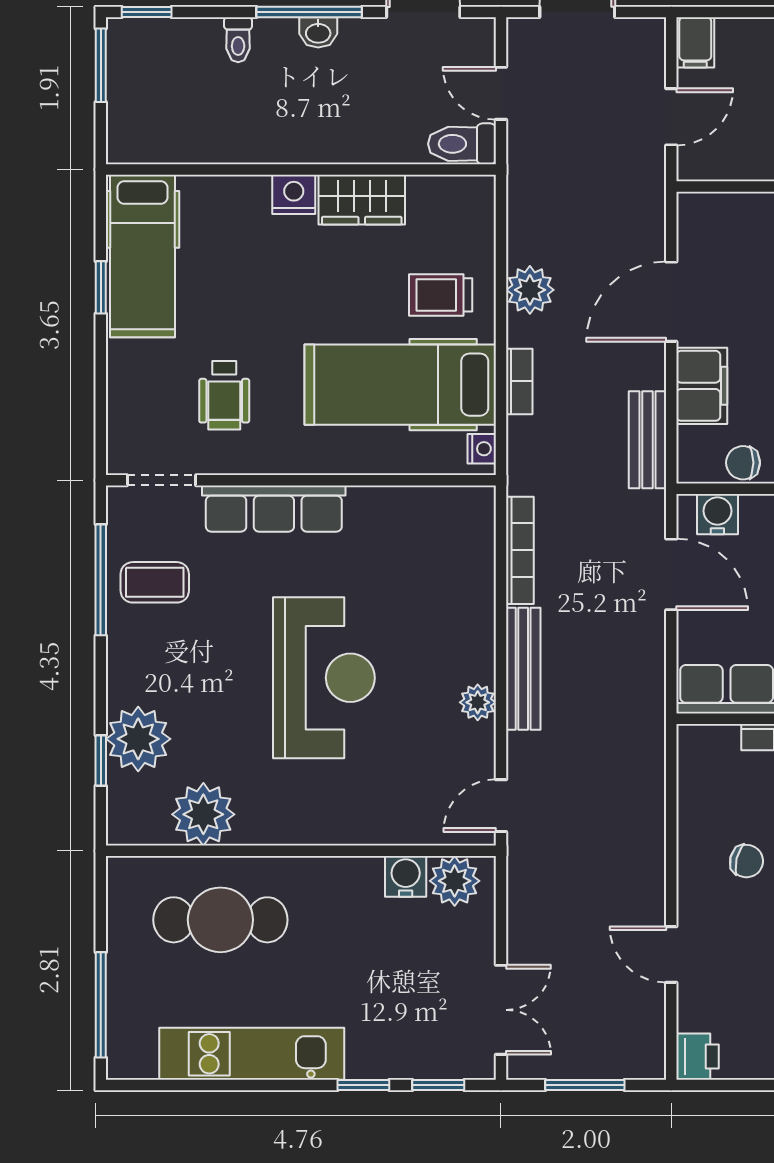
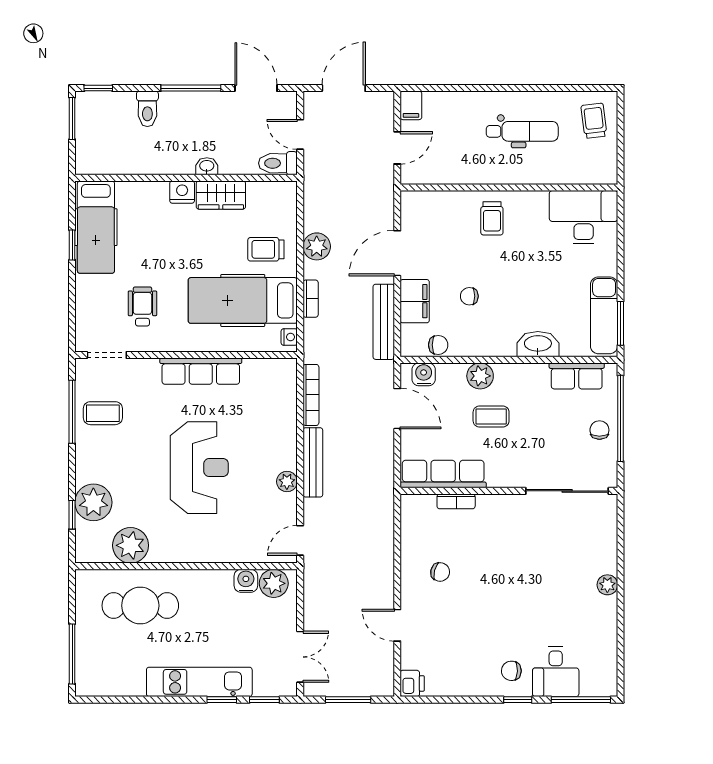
washbasin: (318, 32) -> (207, 166), moved, turned 180
toilet: (238, 40) -> (147, 109), width x1.37, depth x1.39
wheelchair: (224, 395) -> (142, 306), turned 180
bench: (648, 440) -> (384, 322), width x1.36
chair: (743, 463) -> (438, 345), turned 180
row of seats: (274, 509) -> (201, 371), moved
kitchen unit: (252, 1054) -> (199, 682), moved

